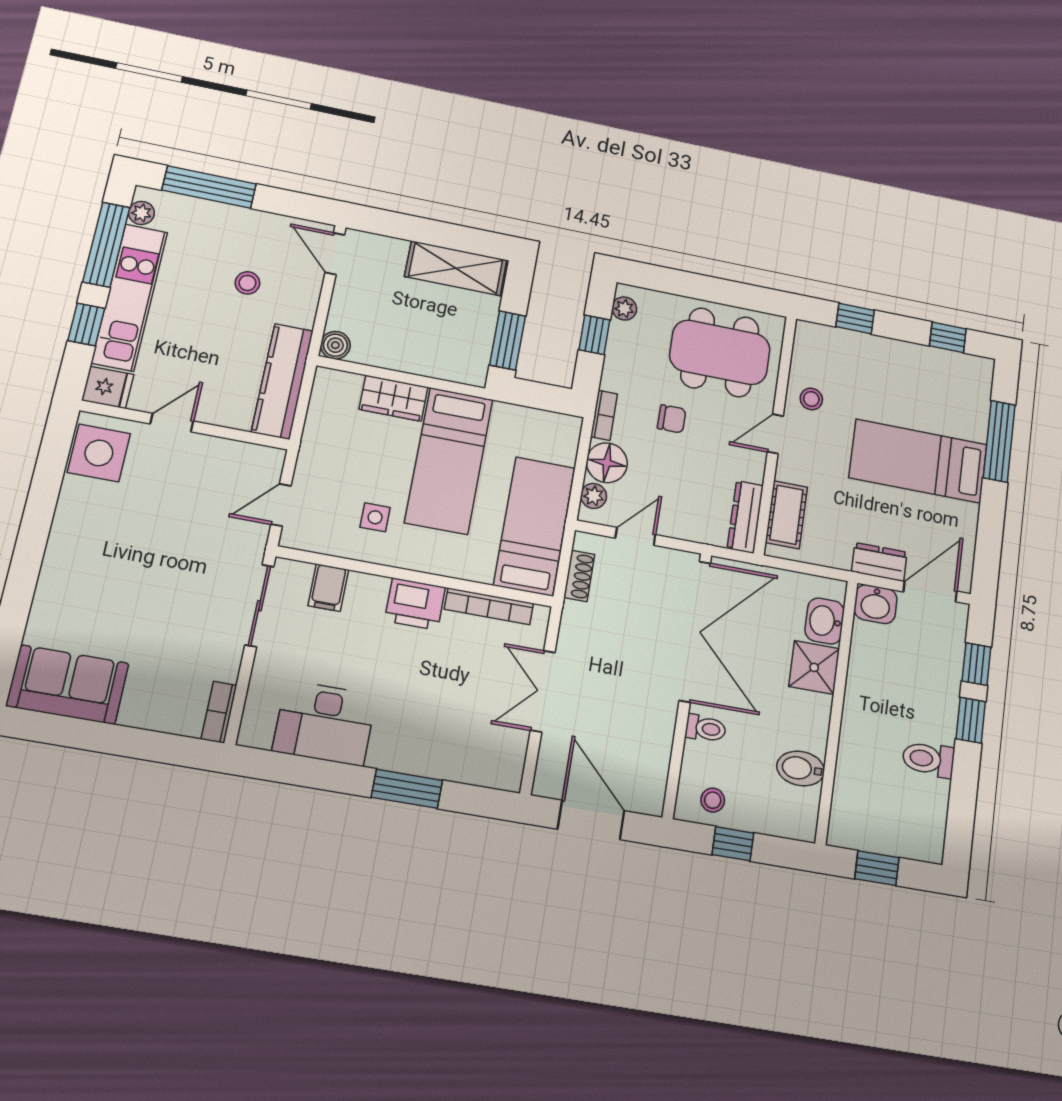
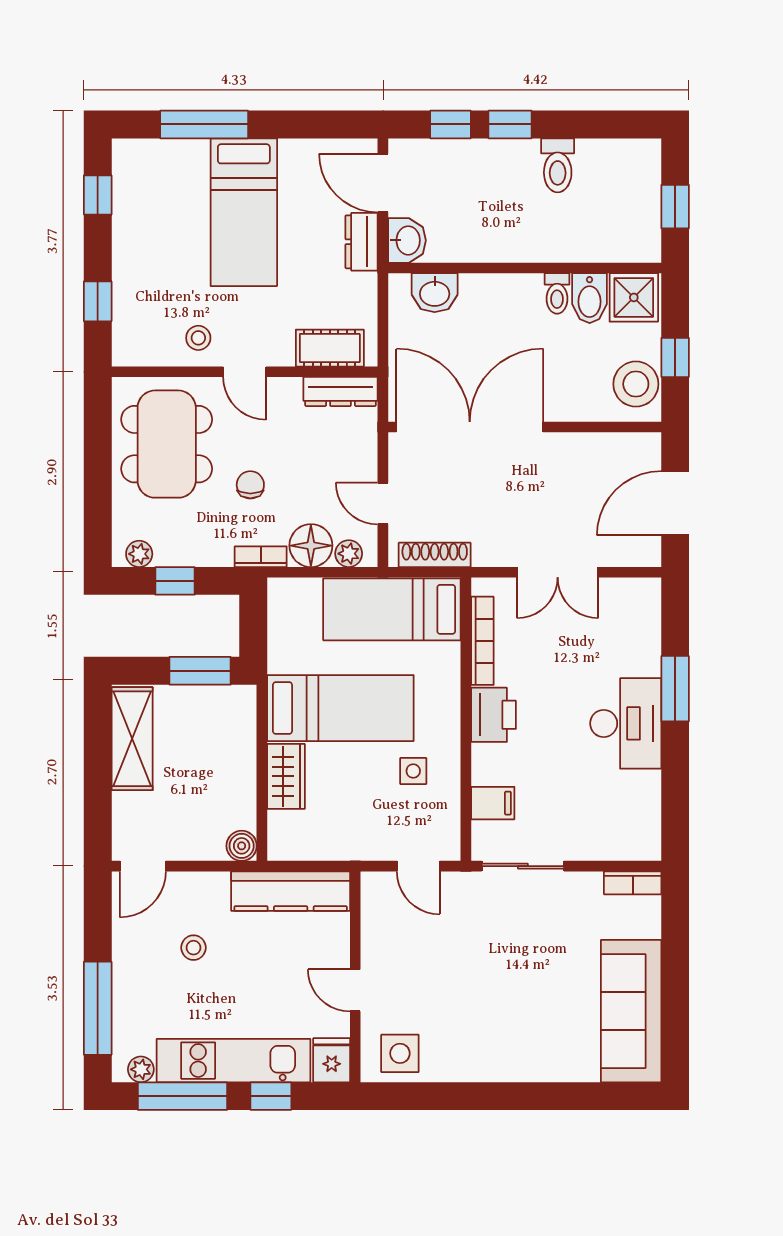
side table: (99, 453) -> (400, 1053), width x0.73, depth x0.73
shoe rack: (579, 576) -> (435, 555), width x1.43
shower: (814, 667) -> (634, 297), moved
sofa: (68, 685) -> (631, 1011), width x1.36
desk: (325, 723) -> (626, 723), moved
toilet: (706, 728) -> (557, 293), moved, turned 180
stool: (713, 800) -> (636, 384), width x1.89, depth x1.89

